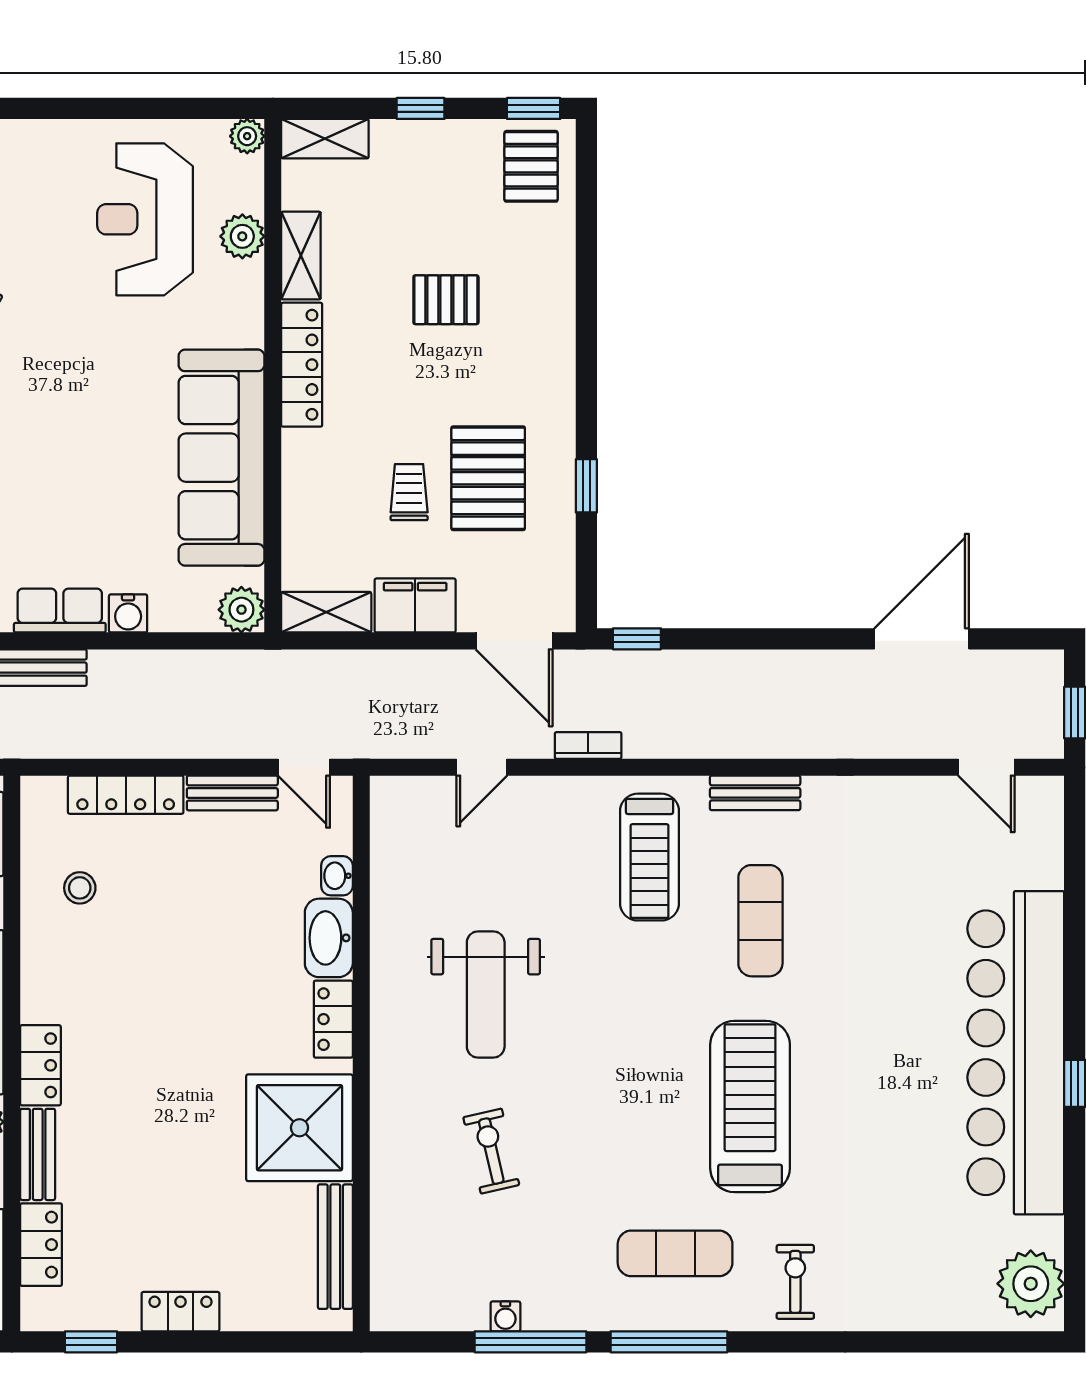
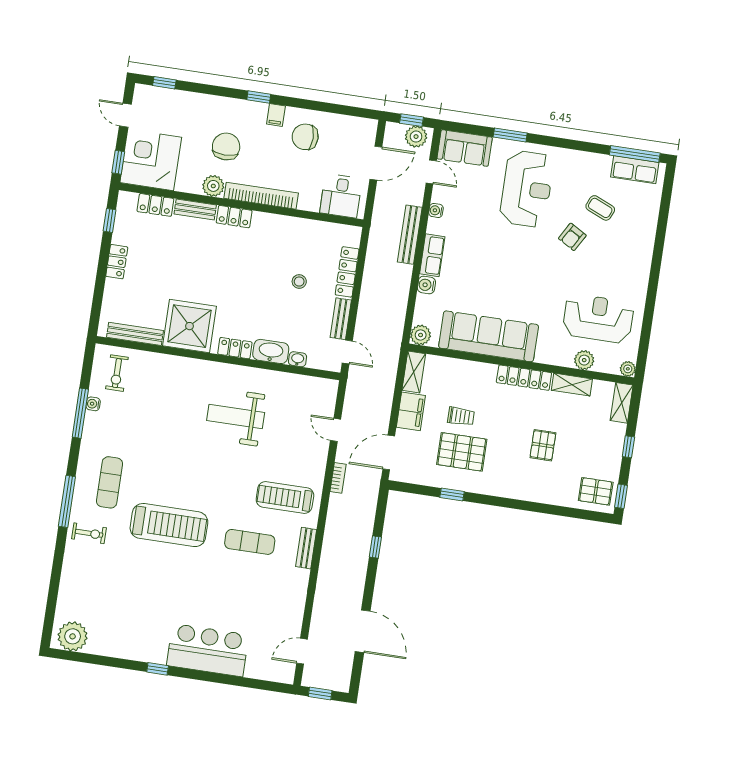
window: (637, 639) -> (375, 547), moved
door: (304, 767) -> (347, 352), swing flipped
stool: (80, 888) -> (299, 282), moved
bar counter: (1016, 1053) -> (208, 650), width x0.54
exercise bike: (491, 1151) -> (117, 373), moved, turned 103
window: (669, 1342) -> (67, 501), moved

